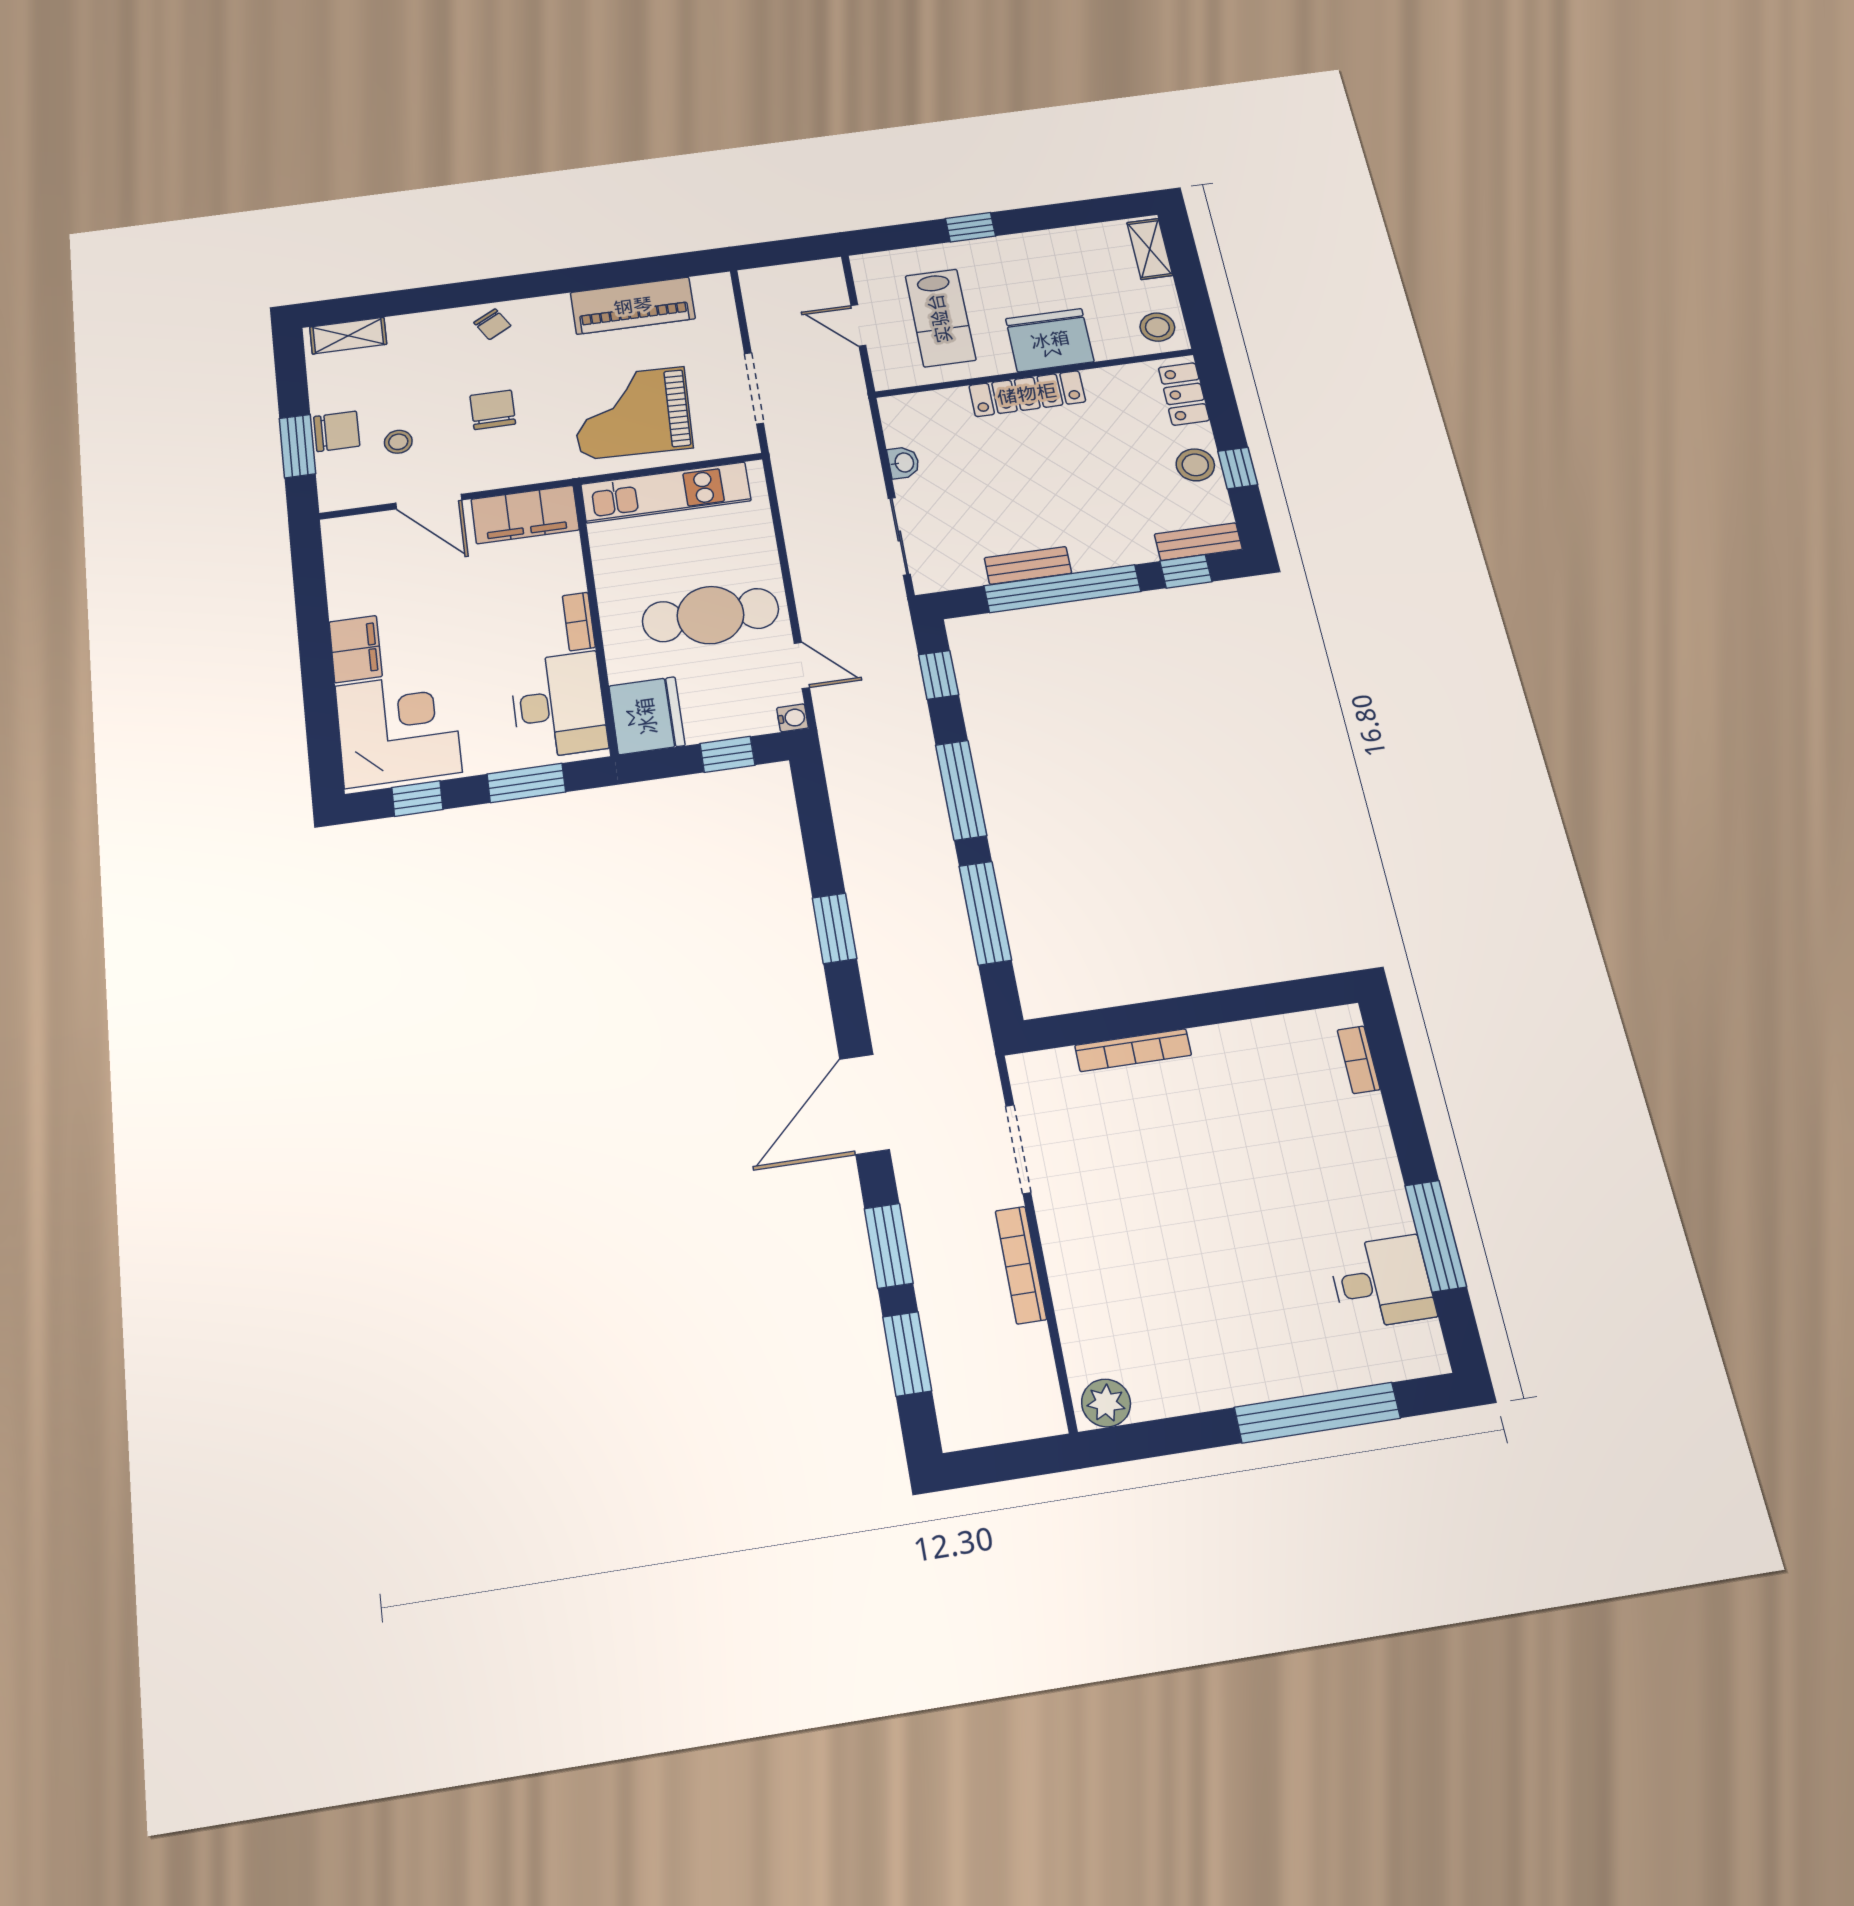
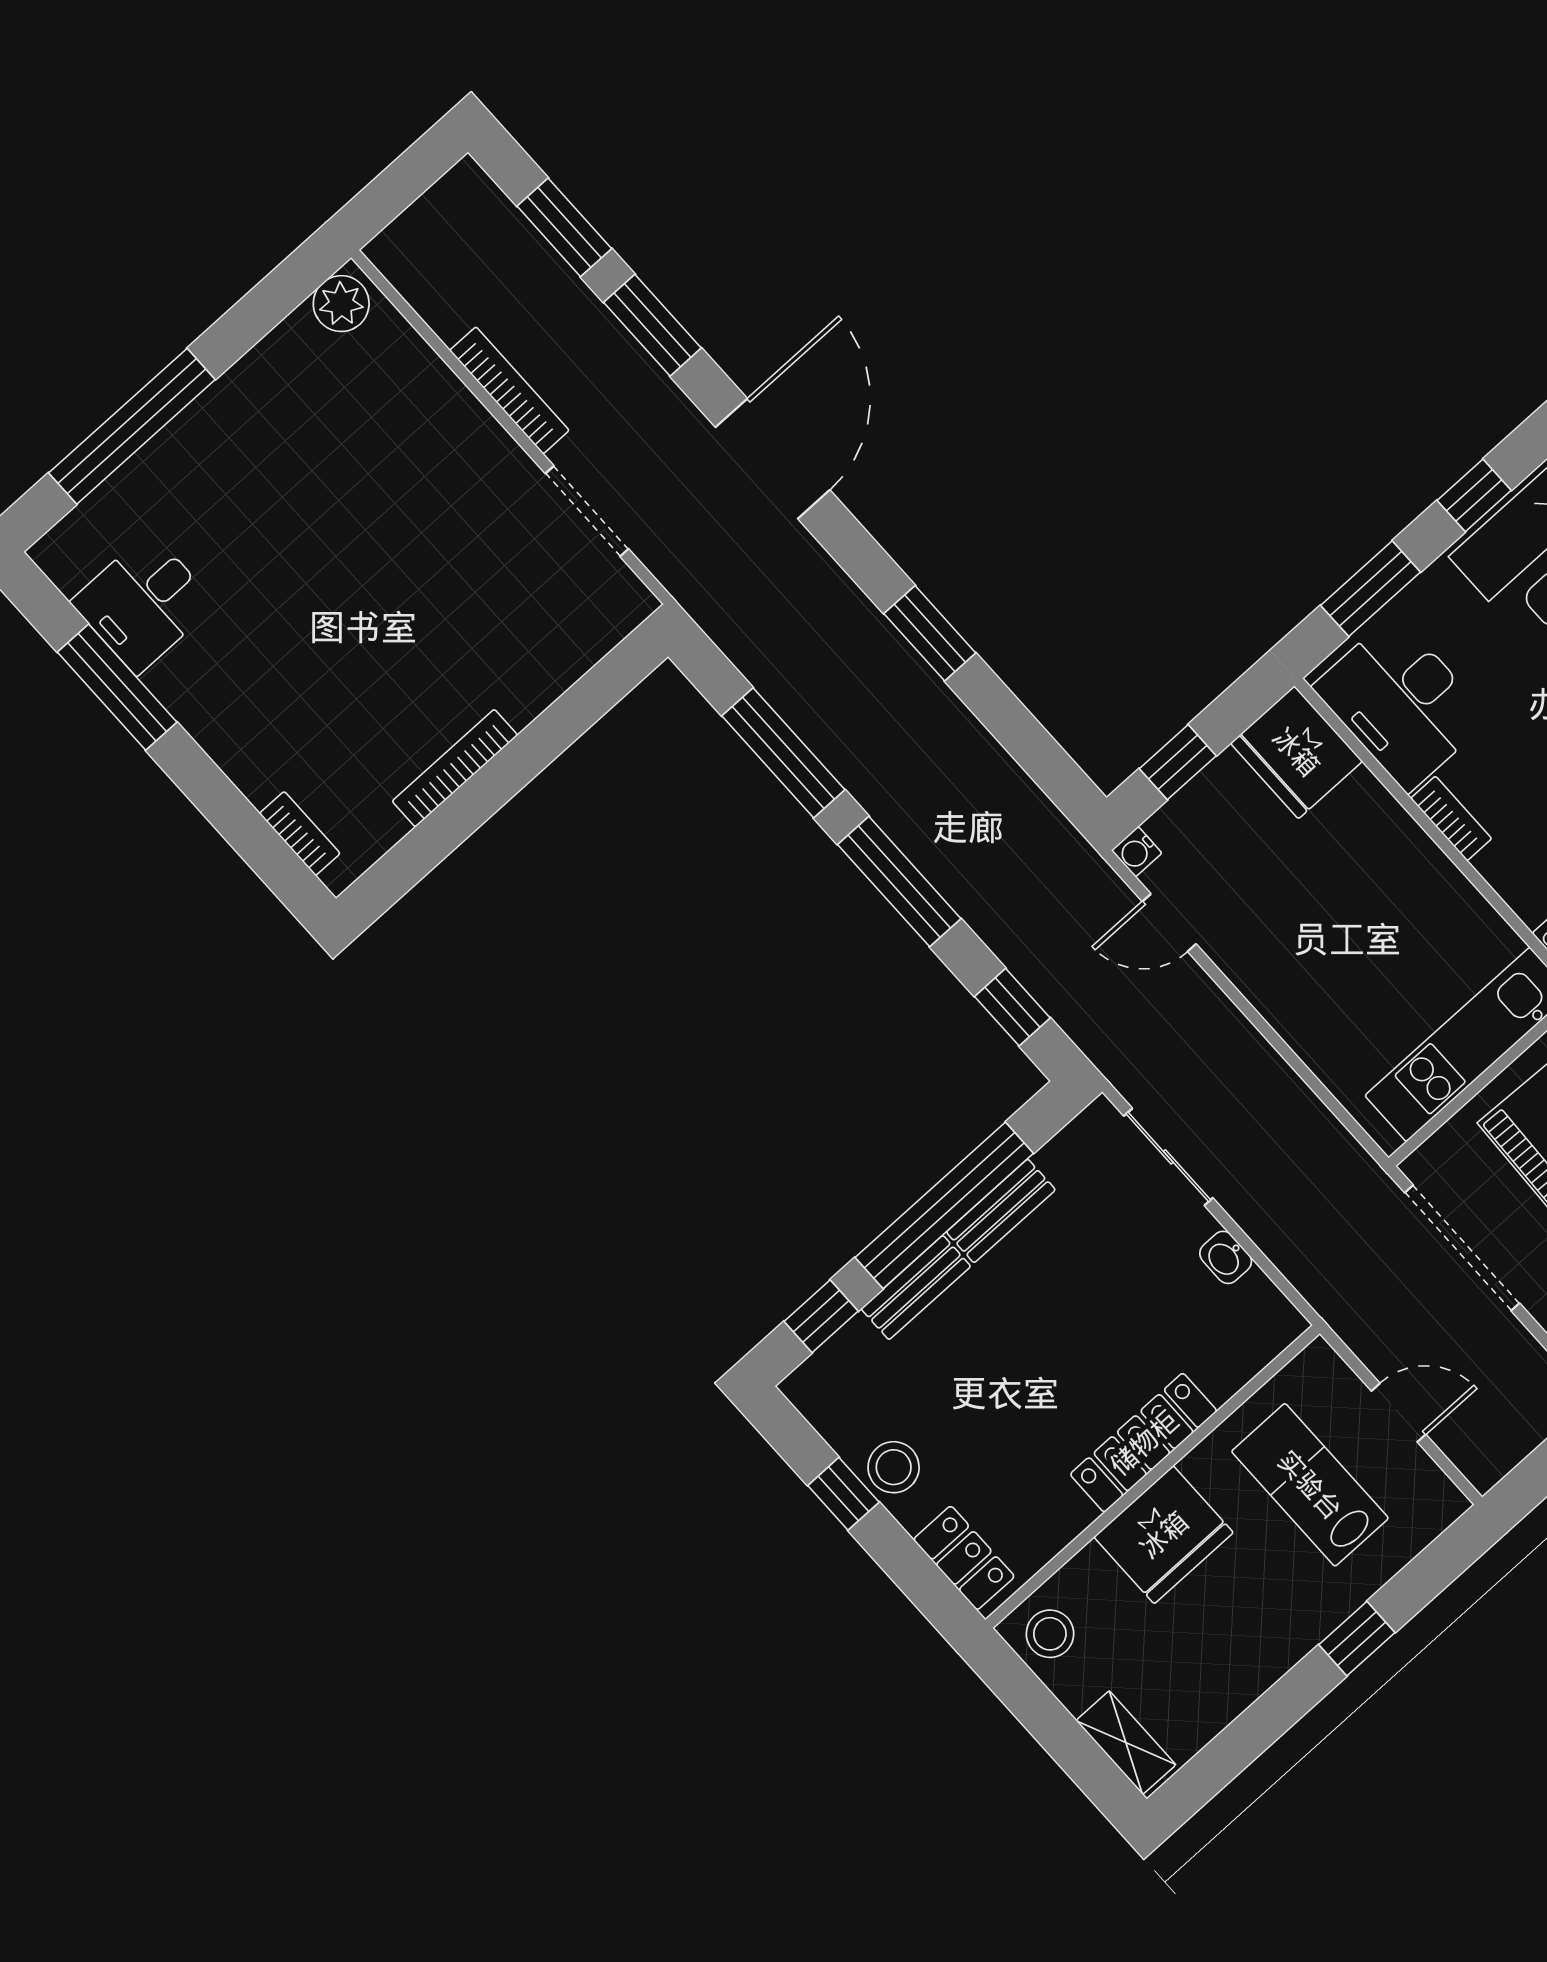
doorway: (754, 388) -> (1462, 1248), width x1.36
bench: (1198, 542) -> (916, 1288), moved
cafe table: (710, 615) -> (1311, 920), removed
bookcase: (1133, 1050) -> (455, 768), moved

